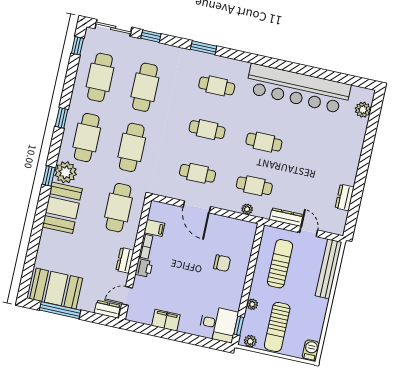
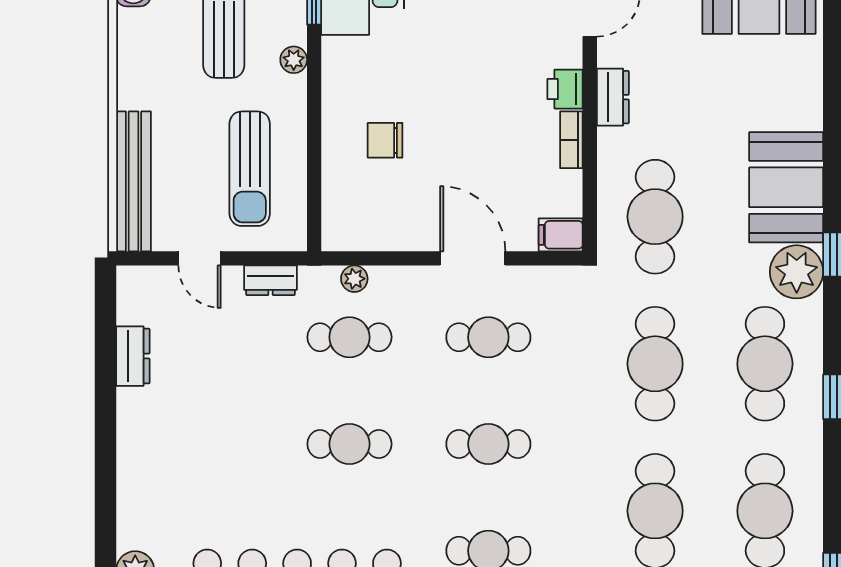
dresser: (286, 217) -> (270, 280), width x0.70
filing cabinet: (154, 228) -> (561, 235), moved

